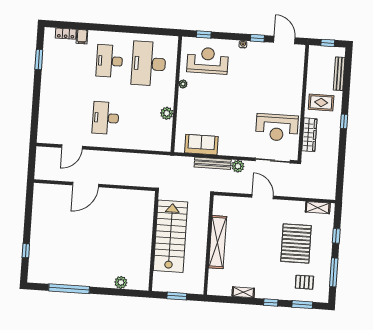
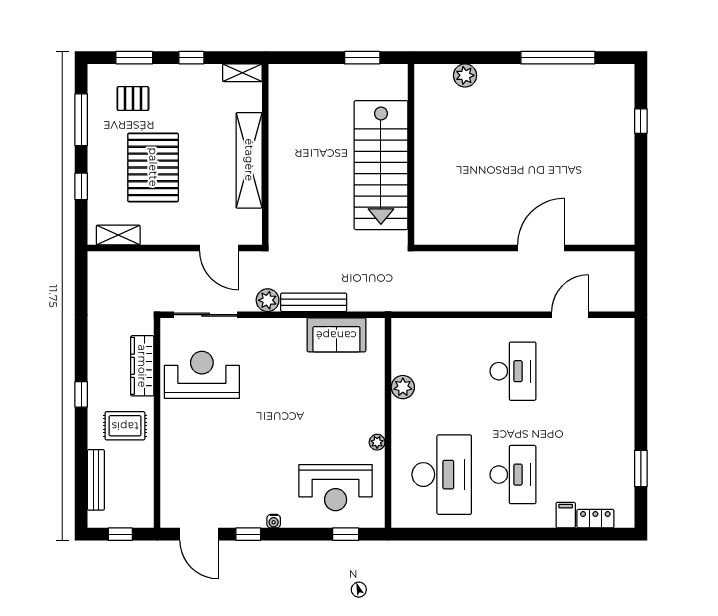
shelving: (218, 242) -> (249, 160), moved
wall: (209, 245) -> (265, 154), moved

